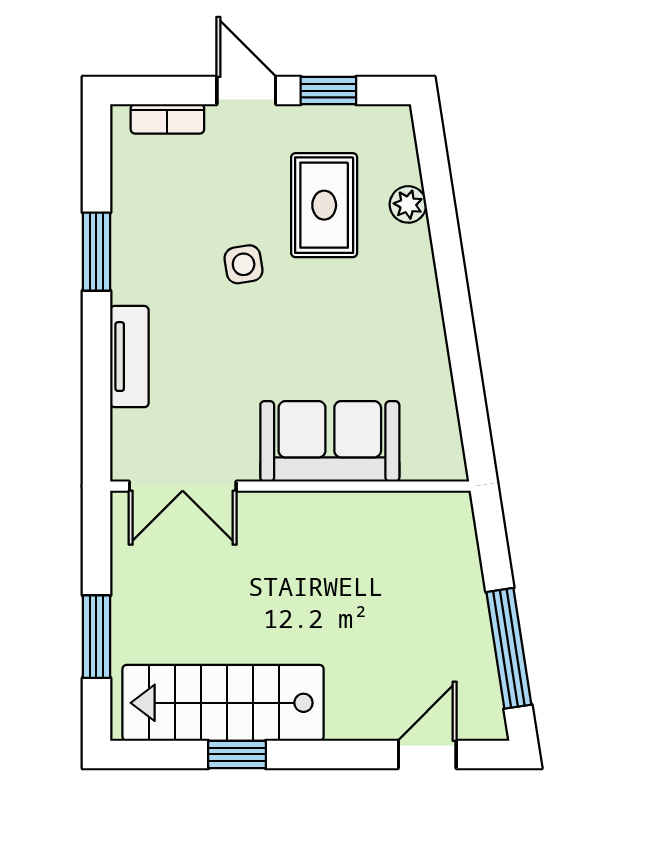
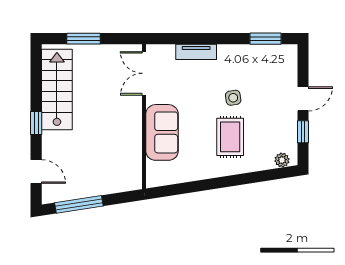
bookcase: (167, 119) -> (292, 67), removed
plant: (408, 204) -> (282, 160), moved
rug: (324, 205) -> (230, 137), moved, turned 90
window: (96, 252) -> (266, 39), moved
window: (237, 754) -> (36, 123), moved

